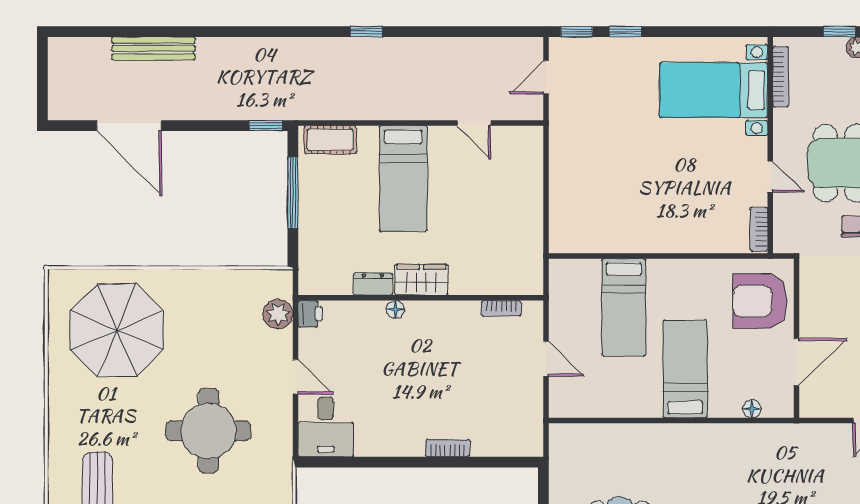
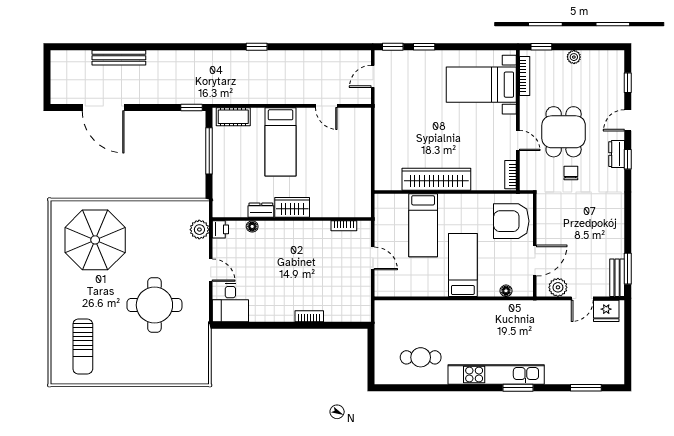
window: (839, 32) -> (541, 47), moved
wardrobe: (644, 236) -> (436, 179), added
floor lamp: (395, 309) -> (252, 226), moved
plant: (832, 403) -> (558, 287), added

